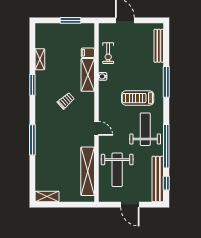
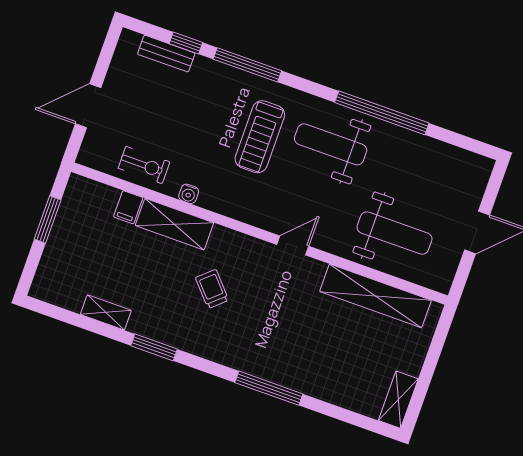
bench: (159, 46) -> (166, 54), width x0.73
bench: (158, 179) -> (444, 155), removed
window: (166, 183) -> (186, 43), moved

